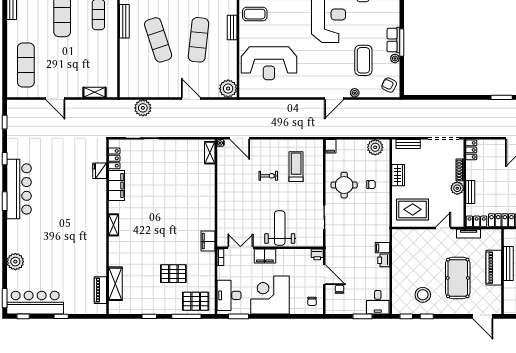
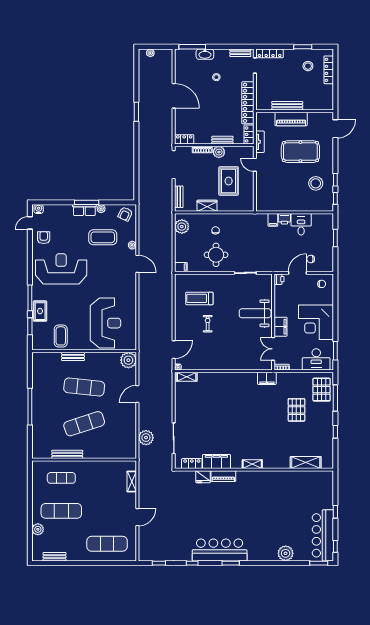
rug: (413, 209) -> (229, 181), moved
piano: (100, 290) -> (223, 476), moved
desk: (378, 302) -> (301, 224), moved, turned -90

